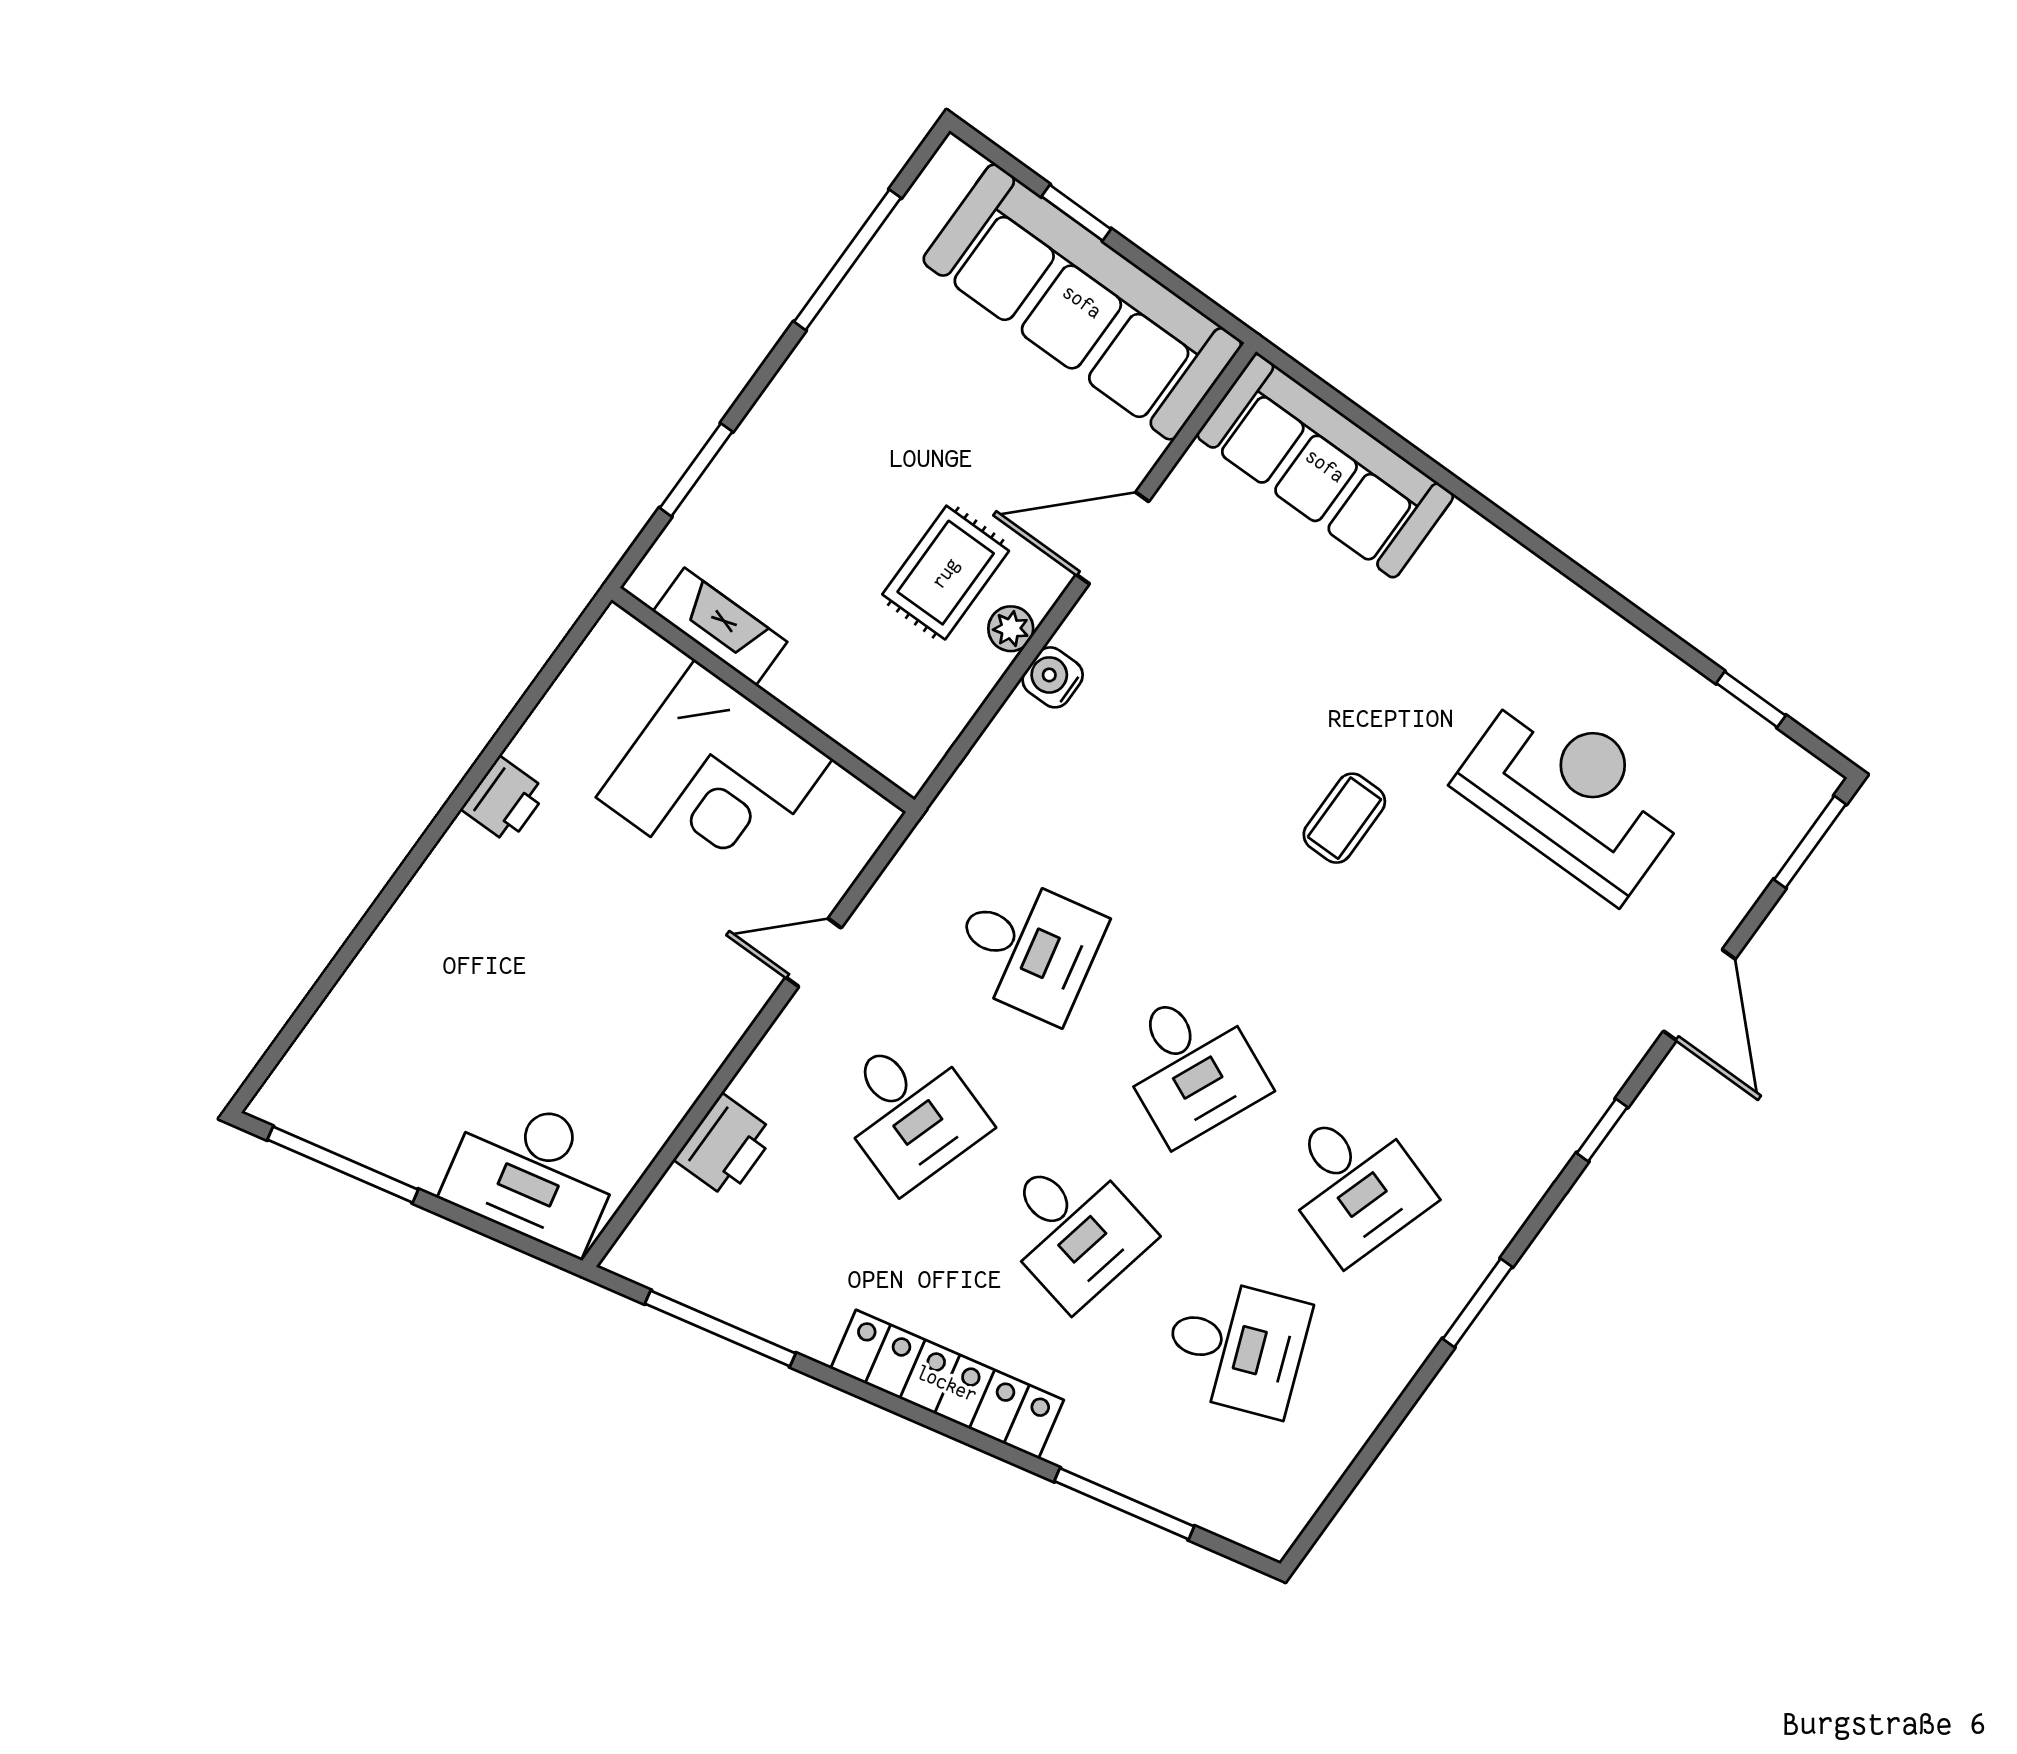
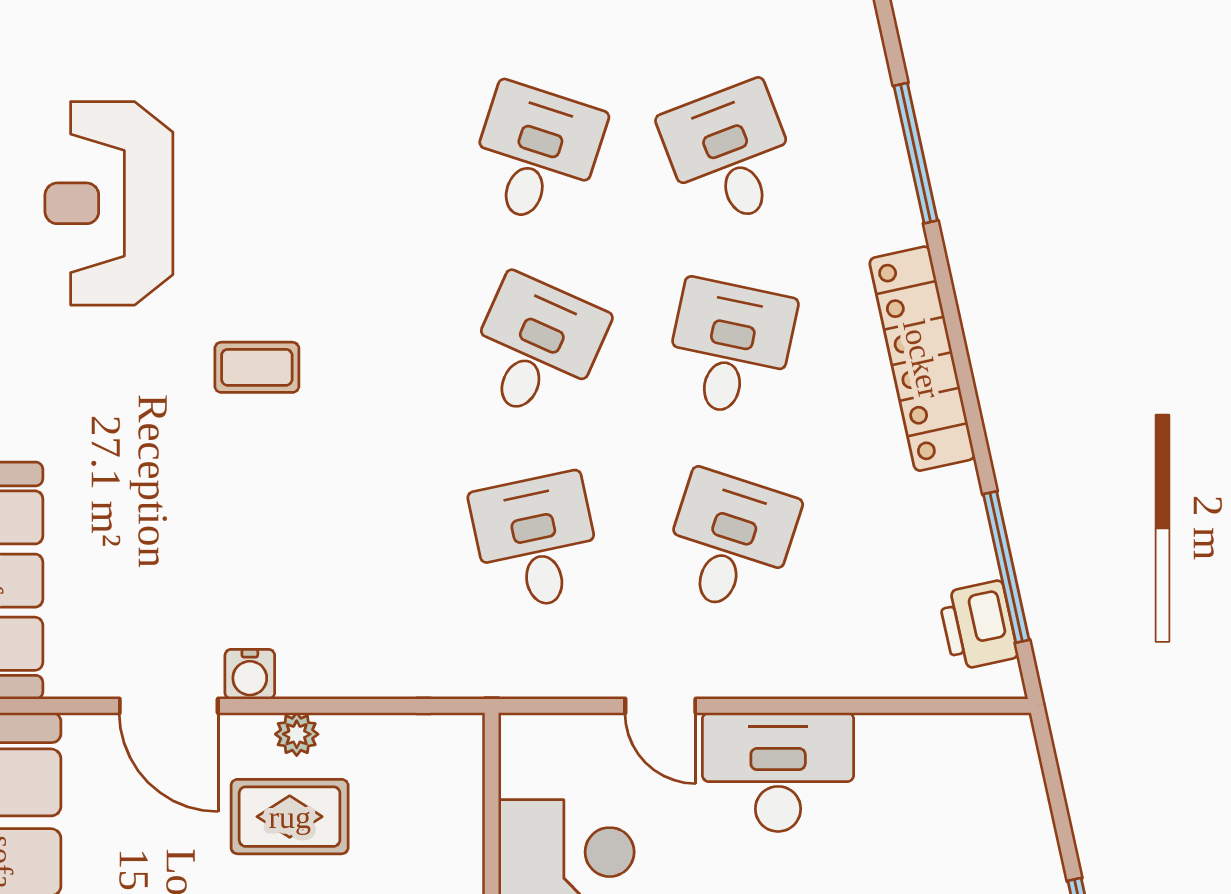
water cooler: (1053, 677) -> (250, 674), moved
printer: (725, 1146) -> (978, 625), moved, turned -102
desk: (534, 1172) -> (778, 772), moved, turned -78

